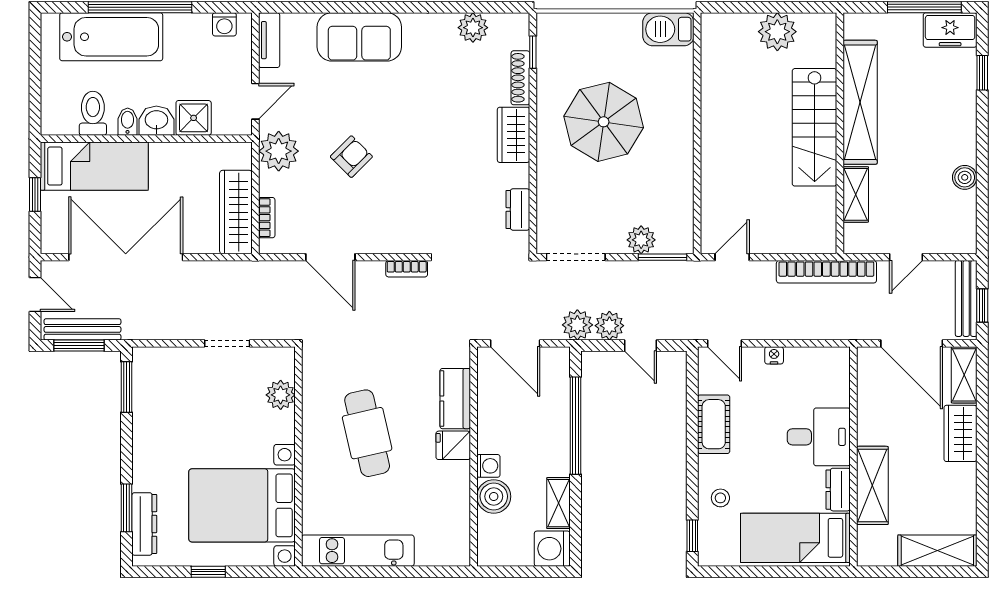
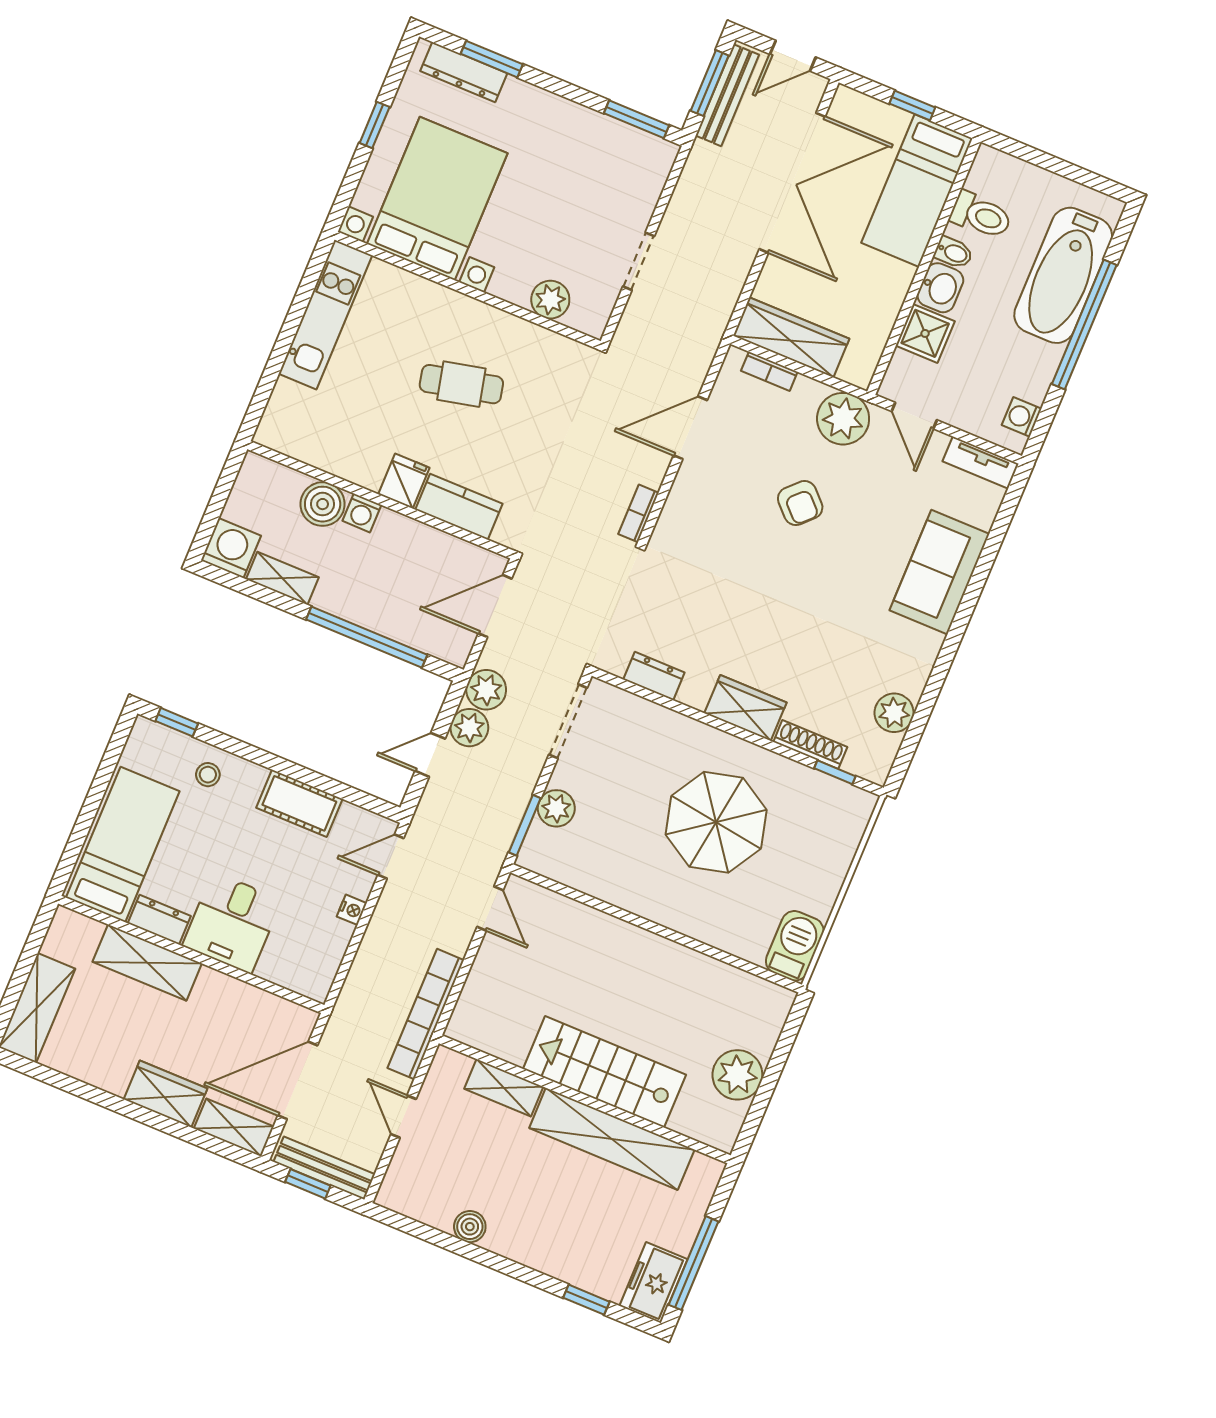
cafe table: (367, 433) -> (461, 384), width x0.73, depth x0.74

